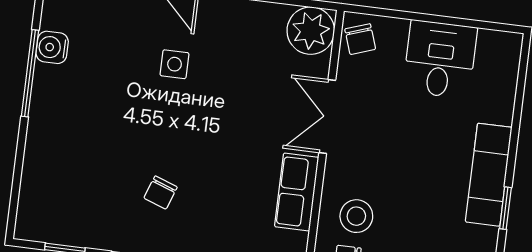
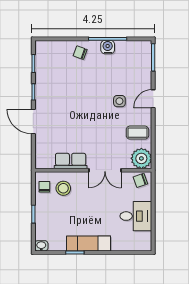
coffee table: (251, 32) -> (137, 133), added
water cooler: (52, 47) -> (108, 47), moved
double door: (327, 116) -> (105, 170), swing flipped
chair: (161, 192) -> (80, 53), moved

